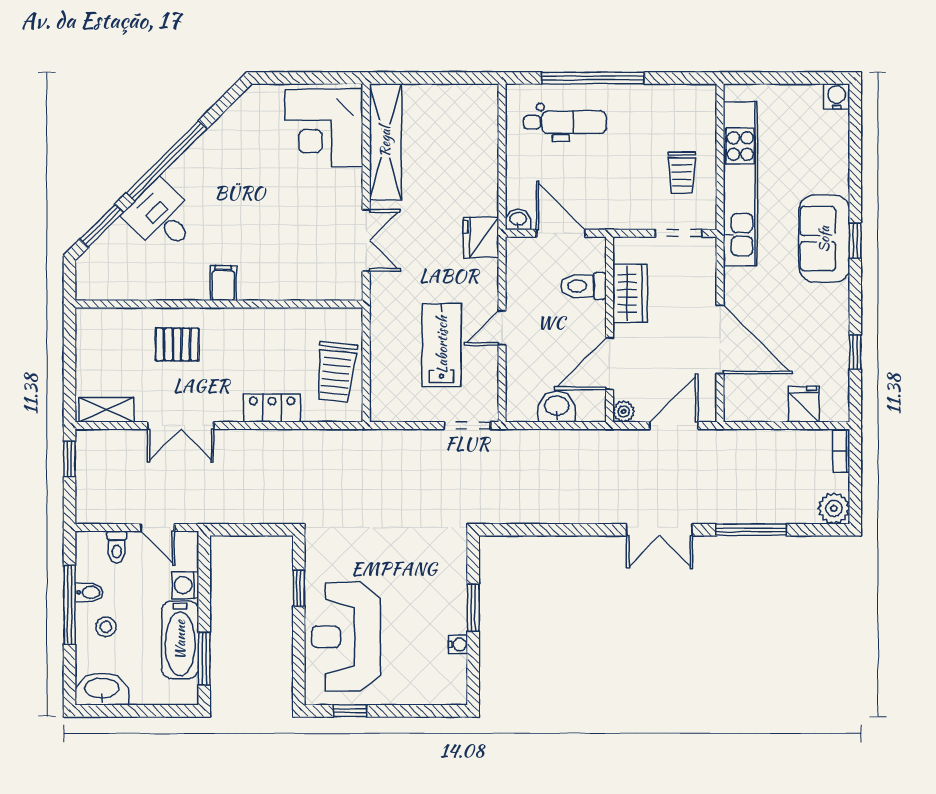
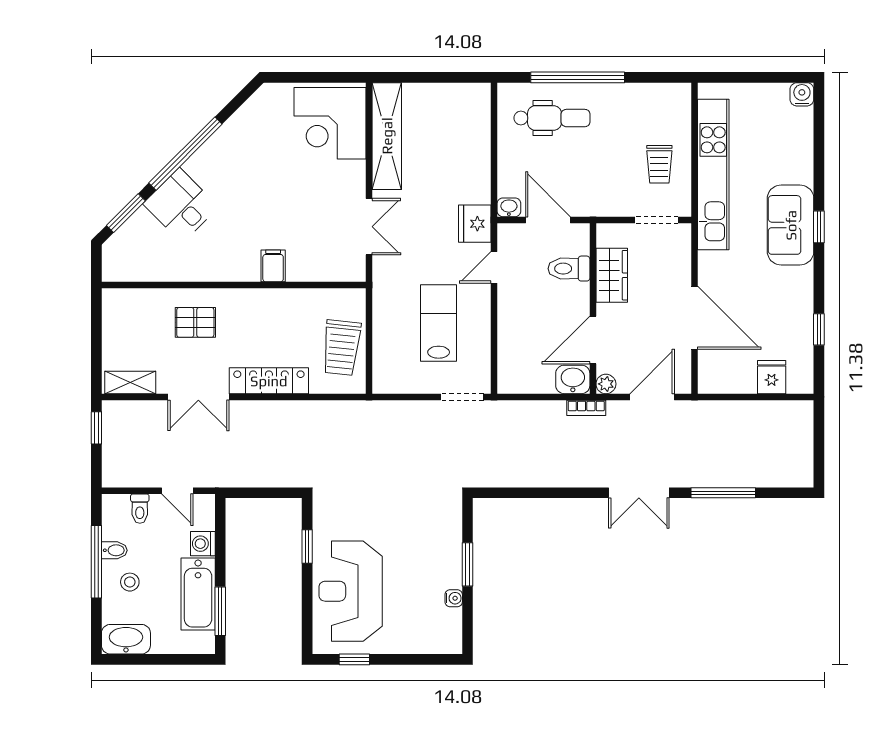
filing cabinet: (223, 283) -> (273, 266), moved
door: (502, 328) -> (494, 267), moved
washbasin: (557, 407) -> (573, 379), moved
locker: (272, 408) -> (269, 381), width x1.53
bookcase: (841, 451) -> (586, 408), moved, turned -90
plant: (834, 508) -> (799, 473), removed

